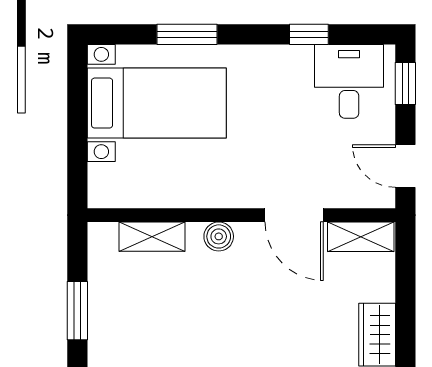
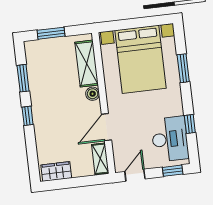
desk: (349, 81) -> (170, 139), width x1.37
bed with nightstands: (157, 103) -> (141, 59), width x1.36
shelving: (152, 237) -> (87, 64), width x1.50, depth x1.33

